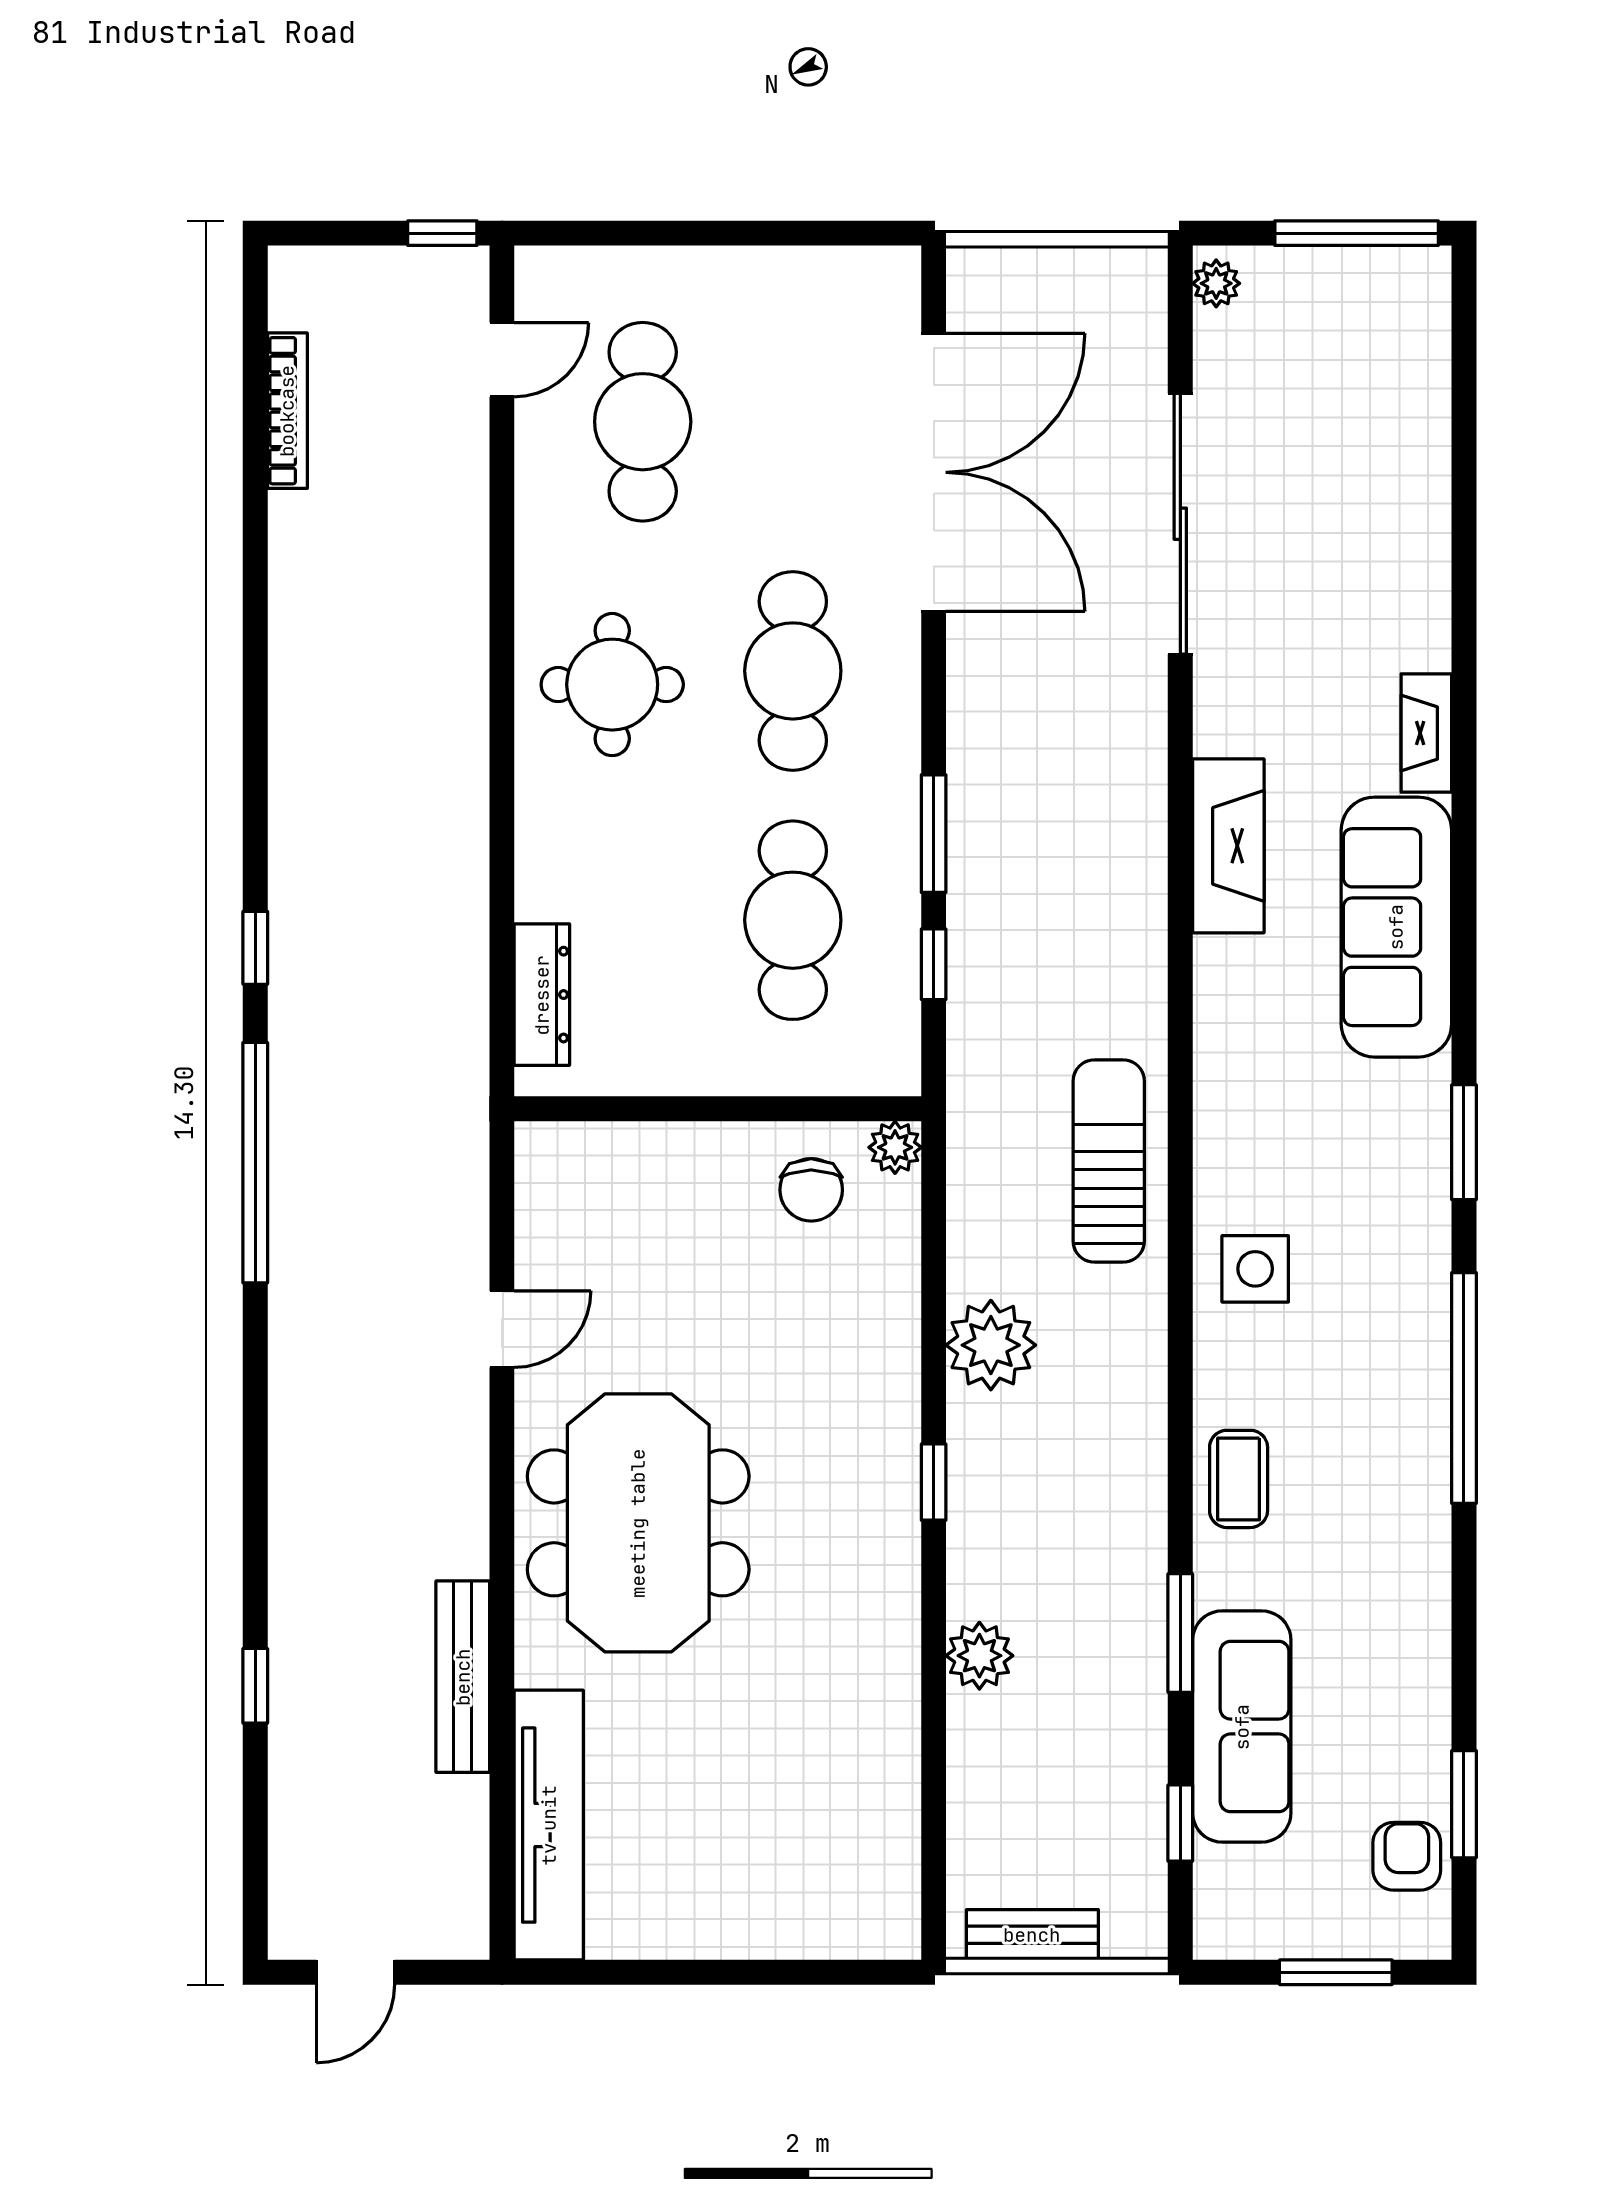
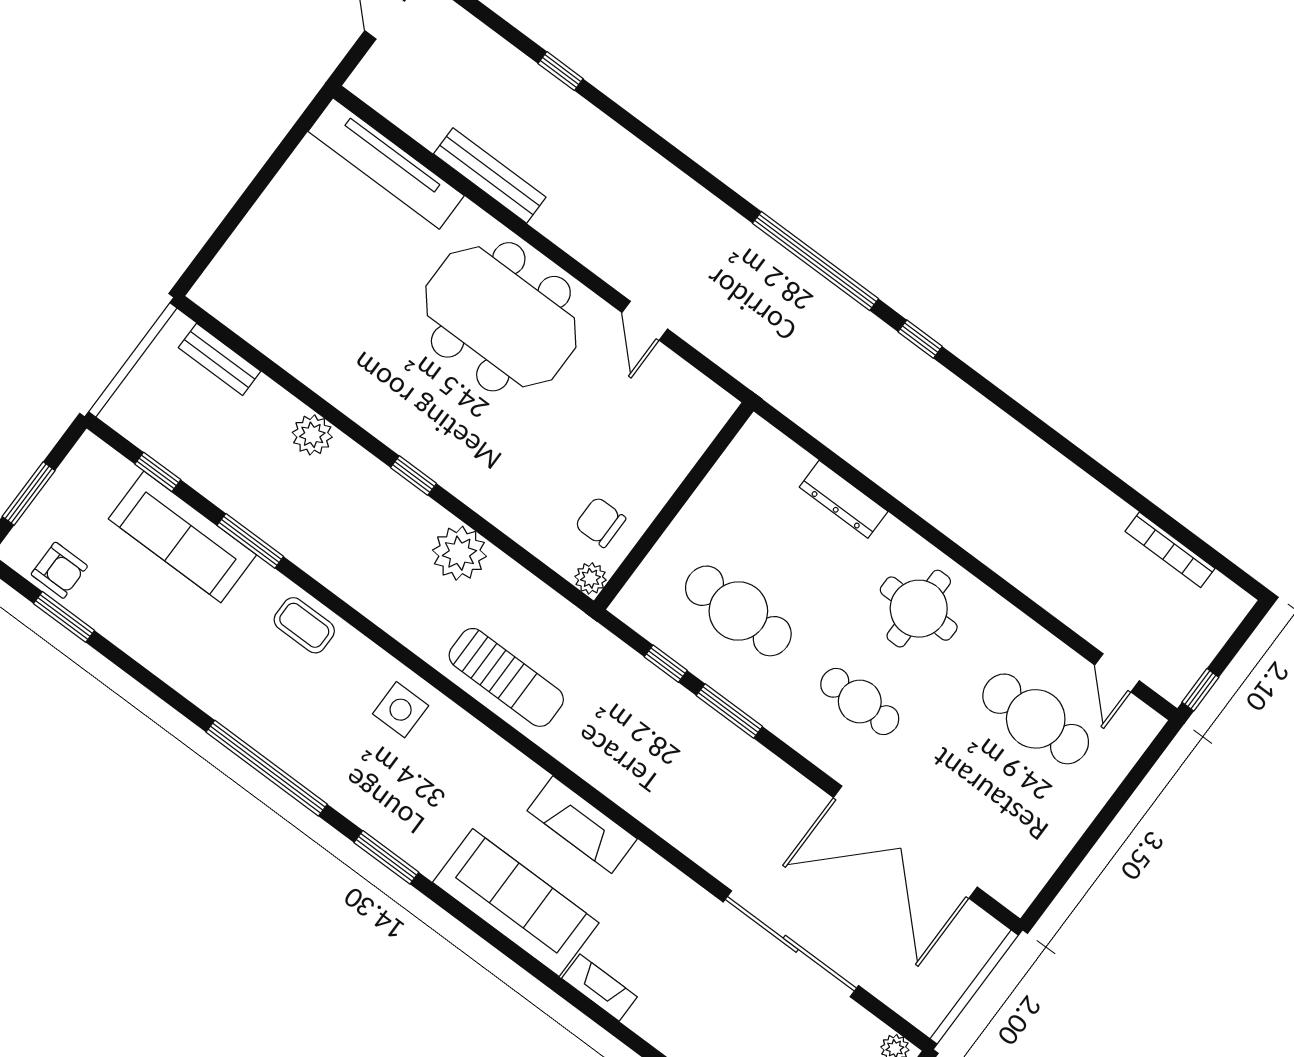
cafe table: (793, 671) -> (860, 701), width x0.73, depth x0.74
fireplace: (1228, 846) -> (582, 825), moved
dresser: (542, 995) -> (844, 499), moved
bench: (1032, 1935) -> (220, 359), moved, turned 90

